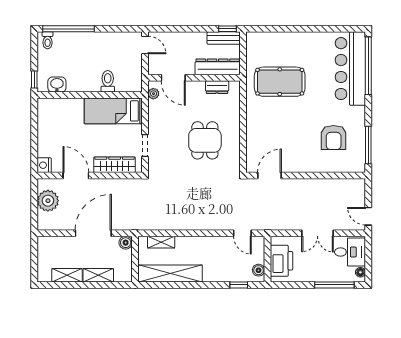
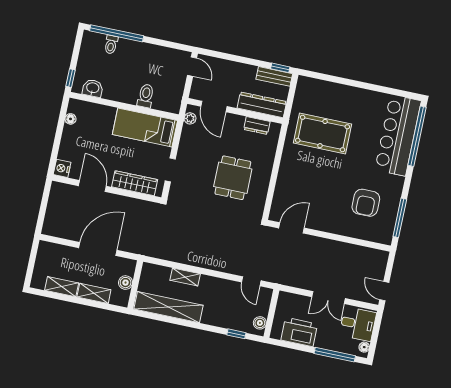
toilet: (48, 40) -> (111, 45), moved
floor lamp: (42, 117) -> (70, 119), added
plant: (48, 201) -> (58, 206), removed
shelving: (161, 242) -> (185, 277), moved
boiler: (126, 243) -> (126, 283), moved
printer: (281, 261) -> (299, 332), moved, turned -90

